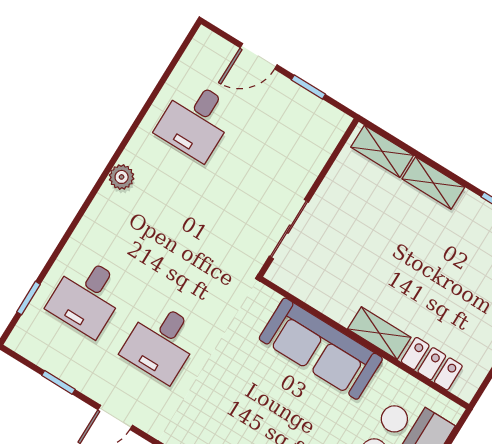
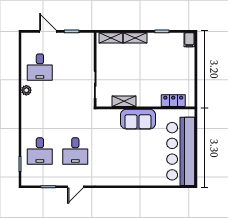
door: (259, 56) -> (48, 31), swing flipped
plant: (122, 177) -> (26, 90), moved
shelving: (379, 333) -> (124, 101), moved
sofa: (321, 349) -> (138, 119), width x0.73

